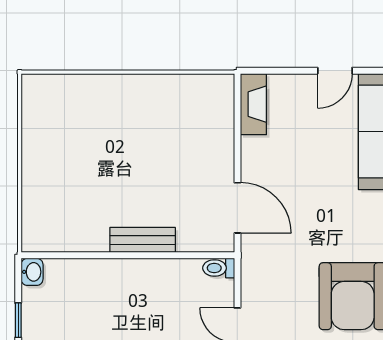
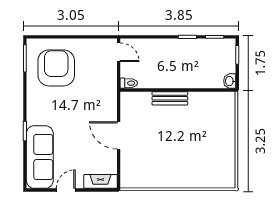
fireplace: (253, 104) -> (100, 181), moved, turned 90
door: (237, 208) -> (119, 135), moved

